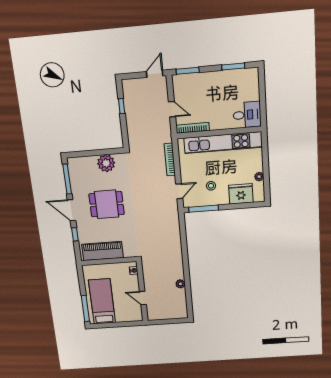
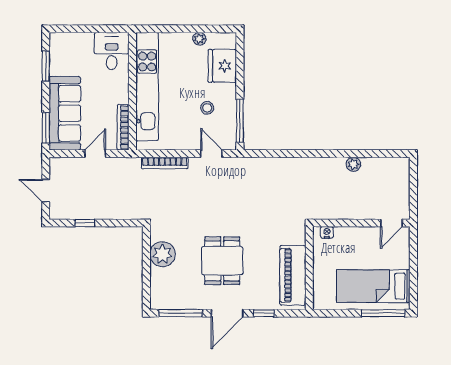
door: (155, 74) -> (46, 191), moved
sofa: (199, 84) -> (65, 113), added
door: (143, 298) -> (391, 223), moved

